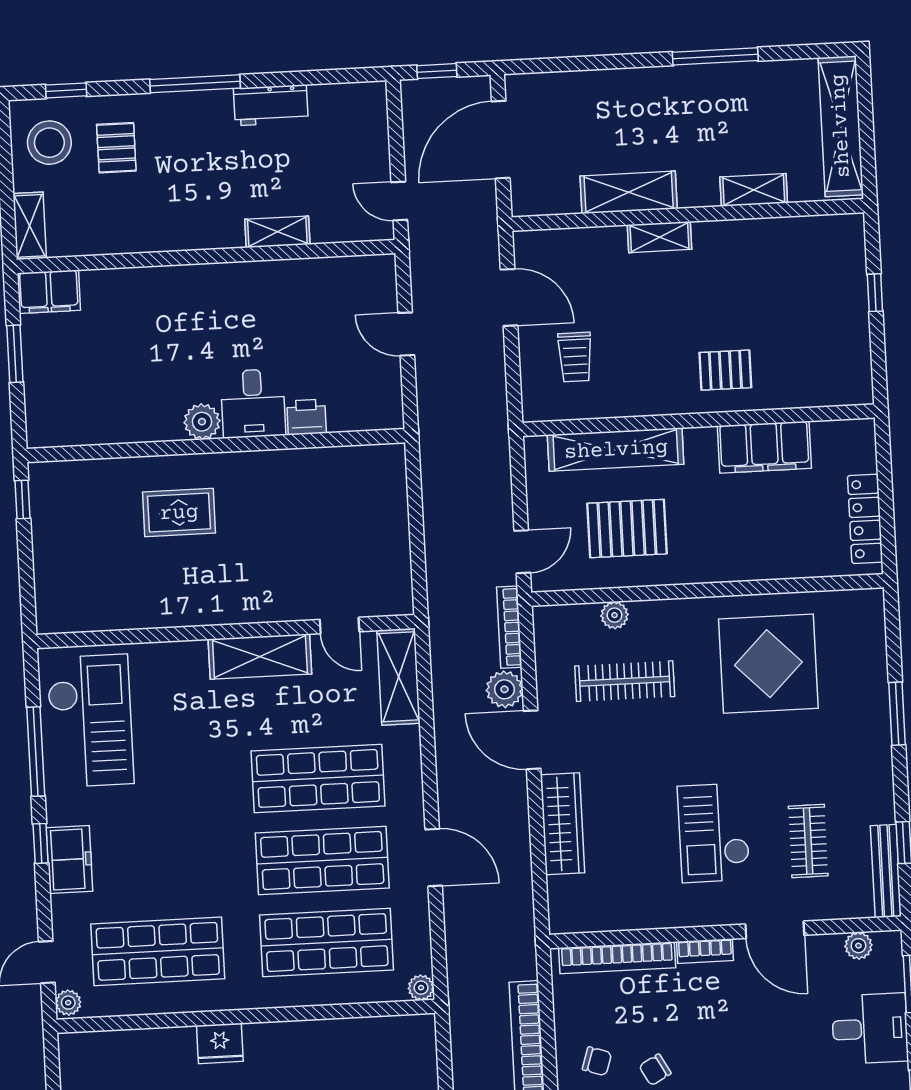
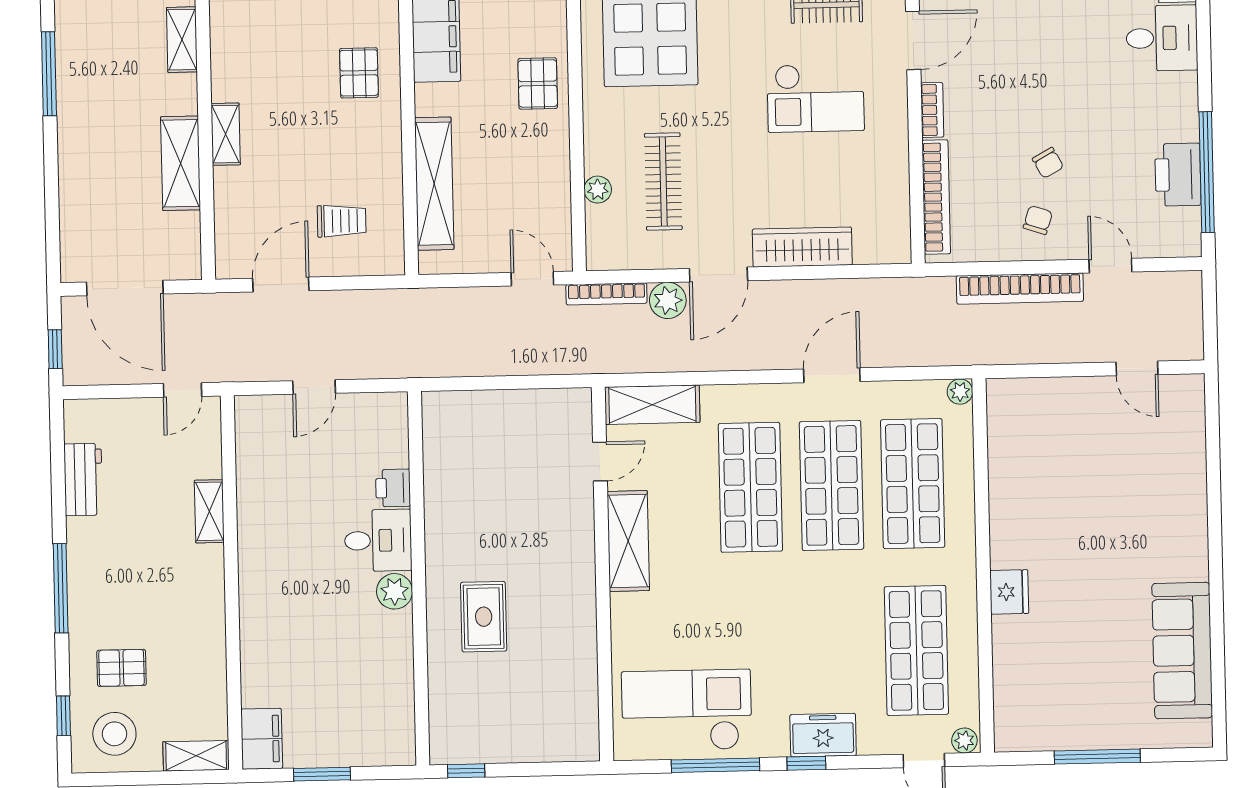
workbench: (271, 105) -> (83, 479), moved
pallet: (627, 529) -> (538, 83), moved, width x0.67, depth x0.71

